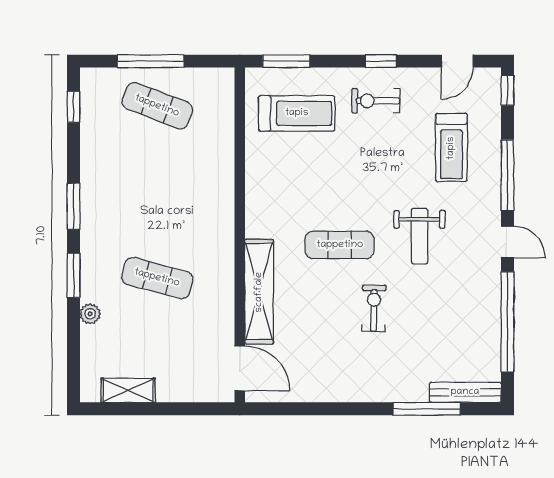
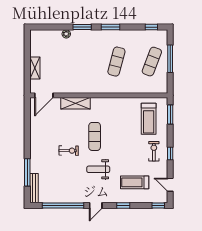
window: (507, 175) -> (123, 205), width x0.46
exercise mat: (157, 278) -> (116, 62), moved
shelving: (259, 292) -> (75, 103), width x0.68
shelving: (128, 390) -> (35, 68), moved

